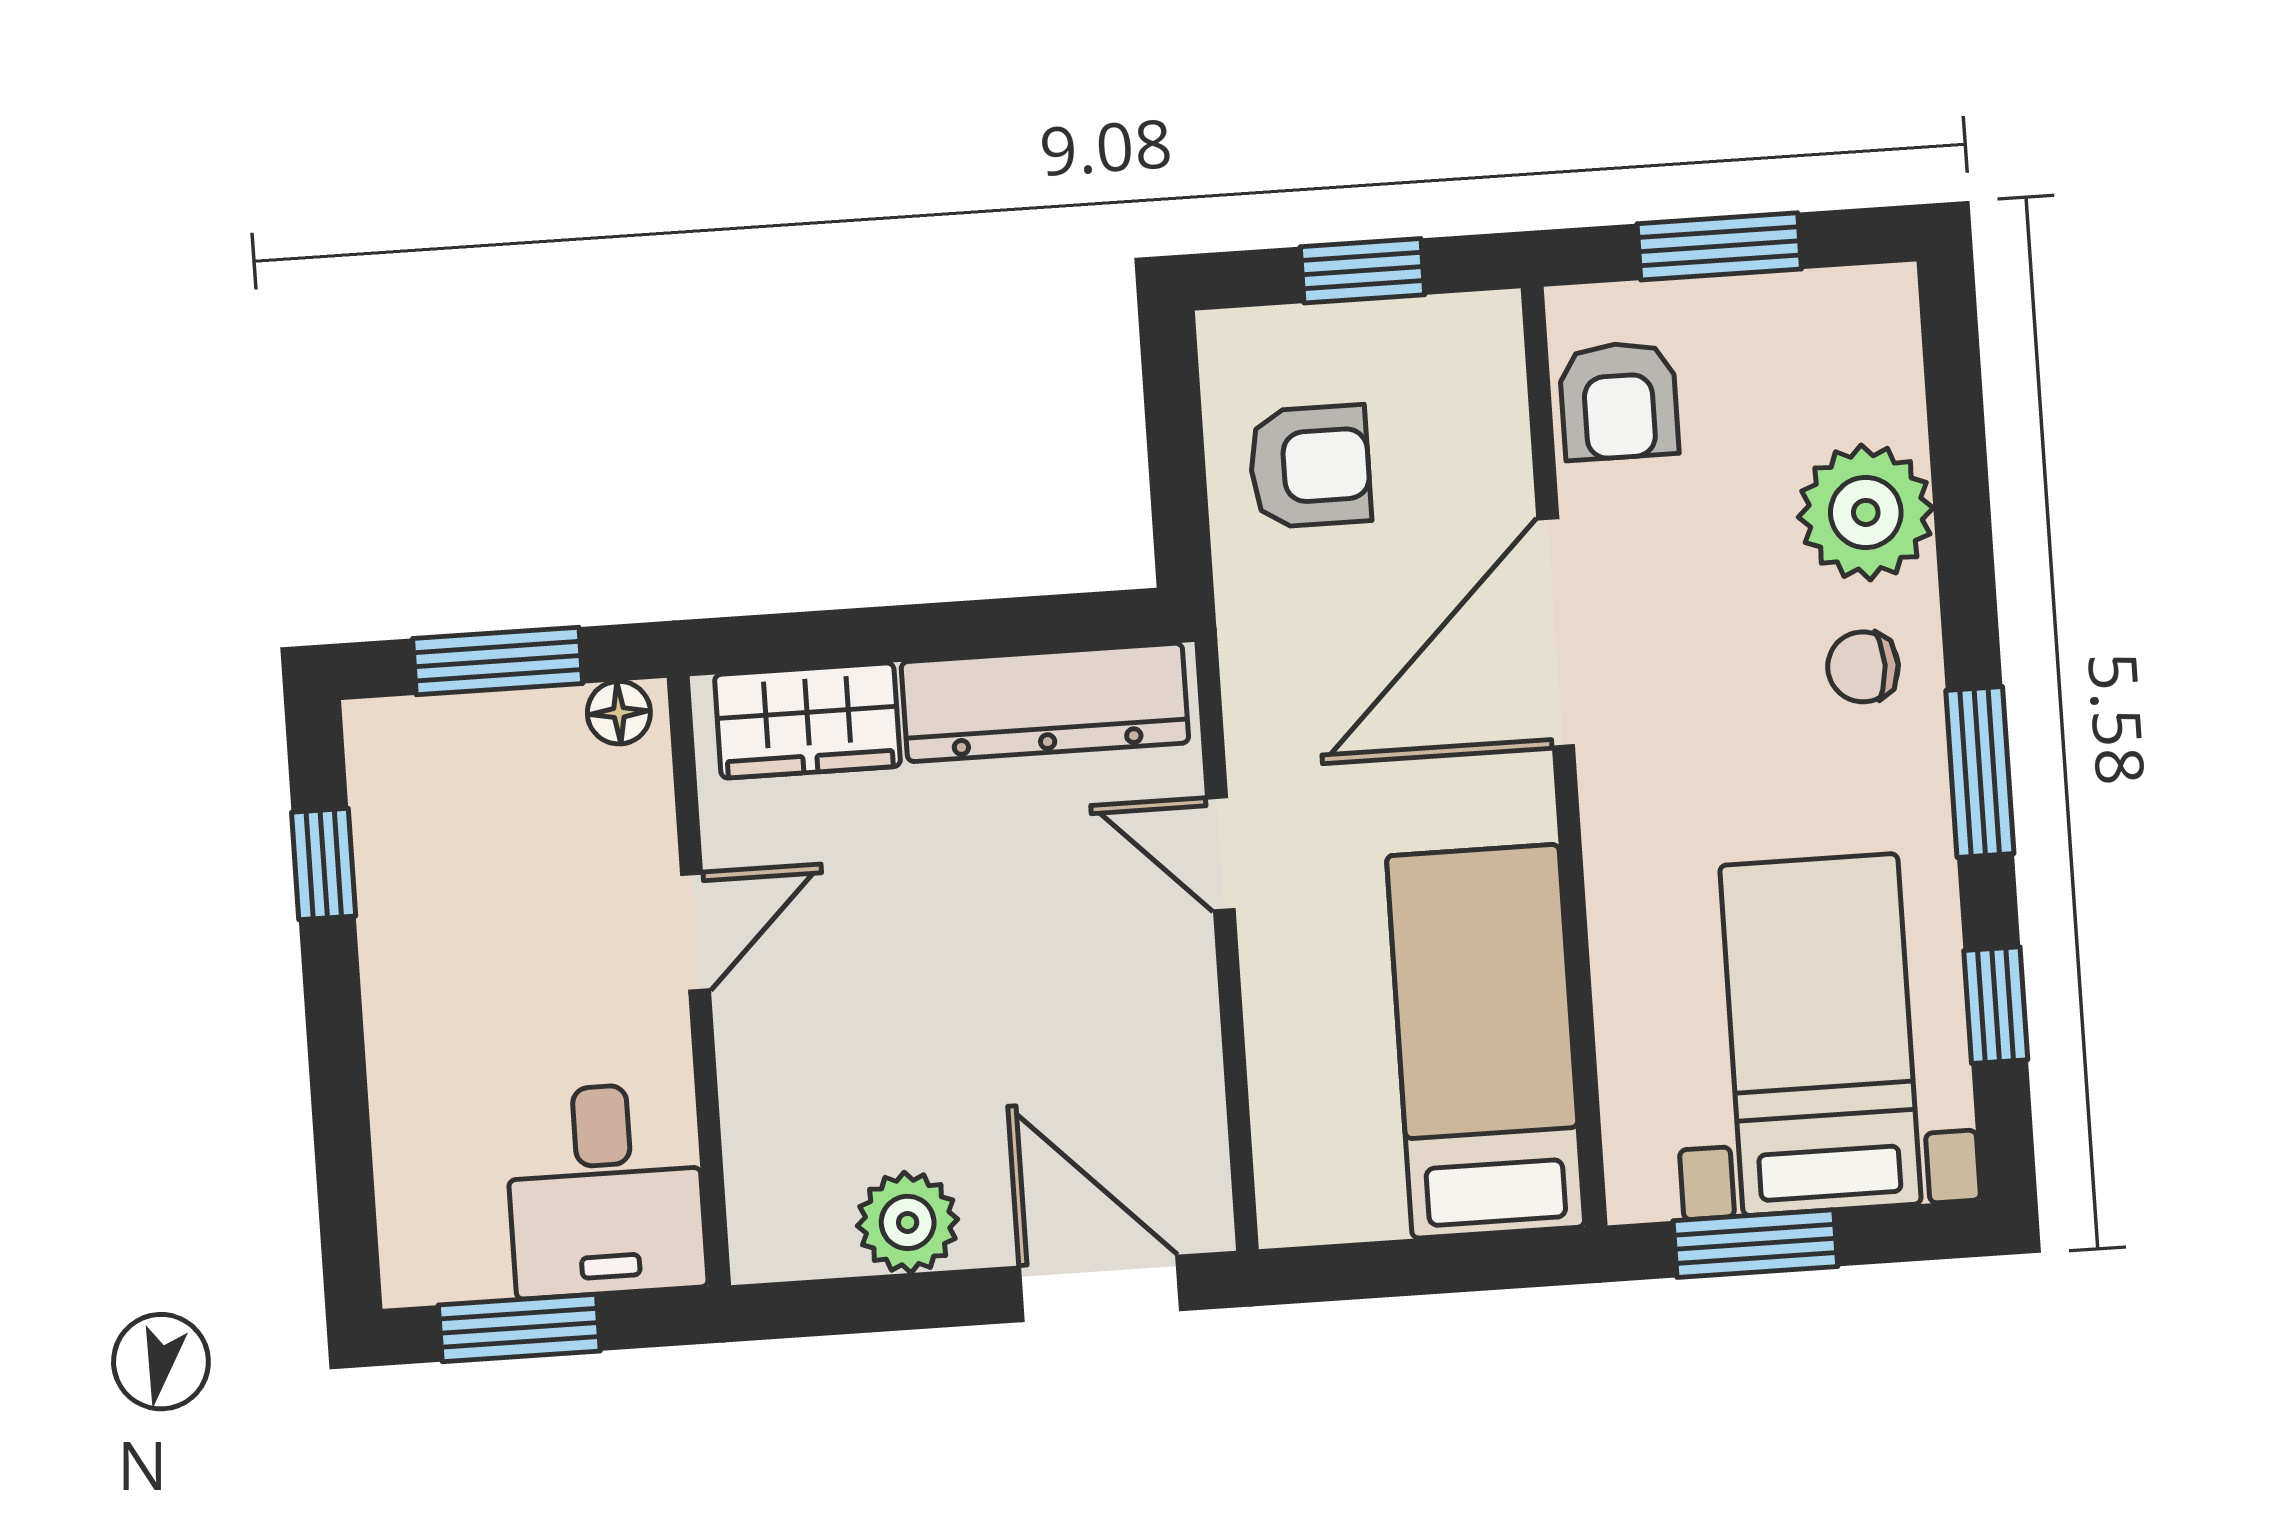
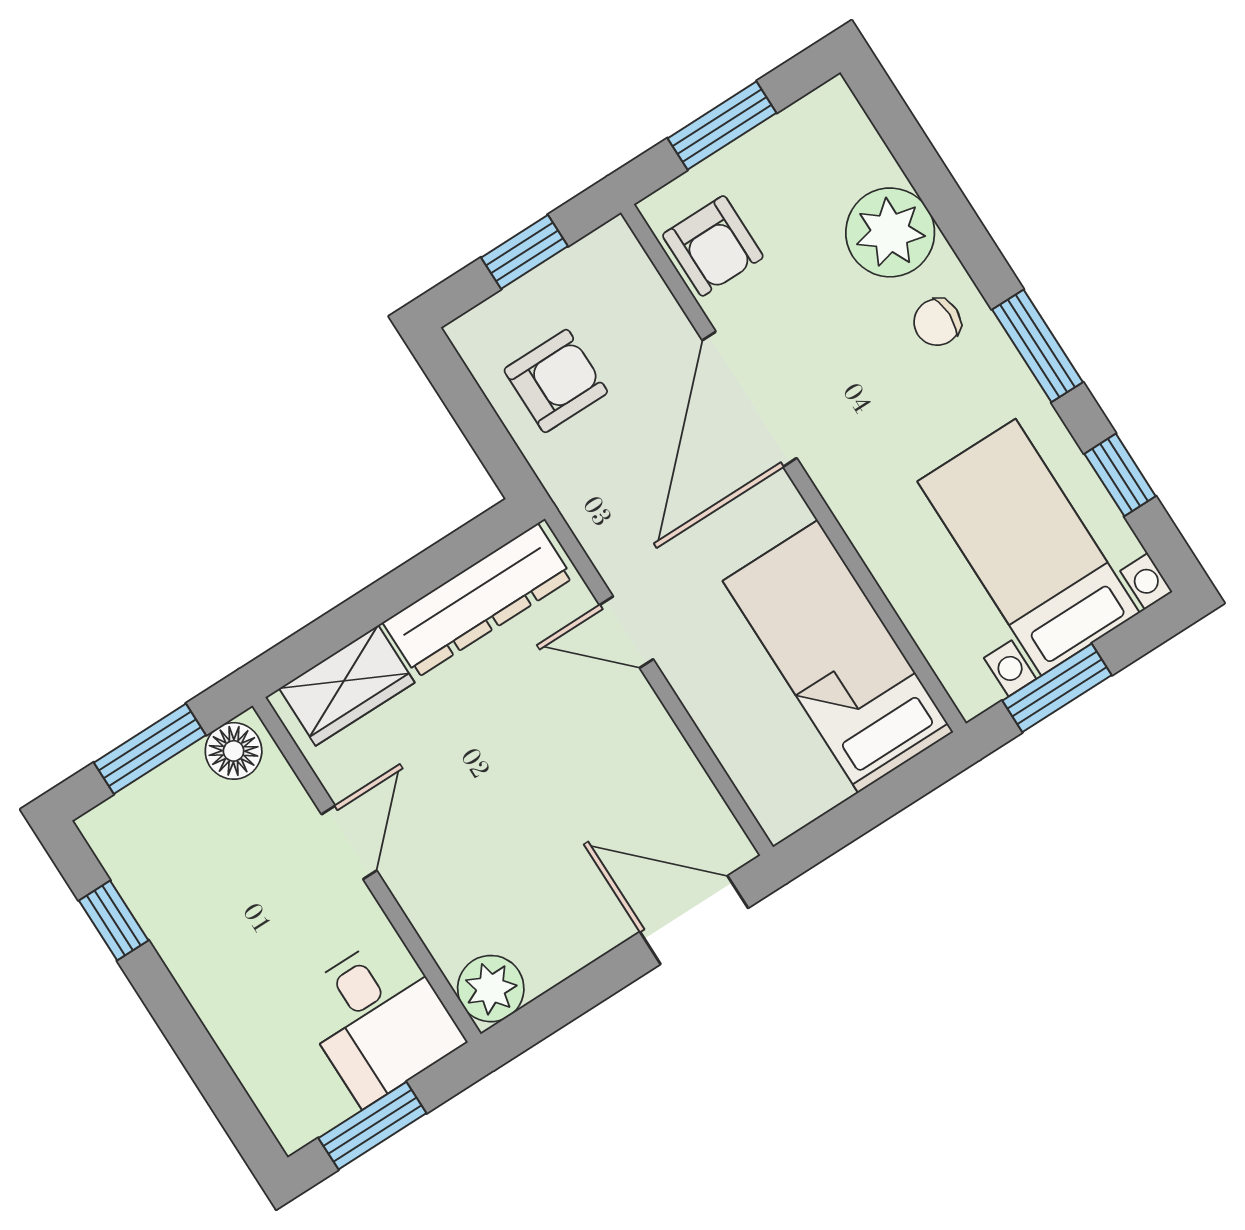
floor lamp: (619, 713) -> (234, 751), width x1.37, depth x1.37
plant: (908, 1222) -> (491, 989), moved

